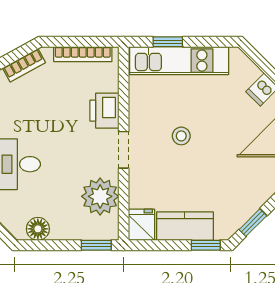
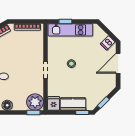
printer: (104, 111) -> (37, 52), removed
plant: (100, 196) -> (35, 102), moved

